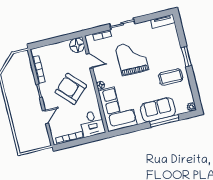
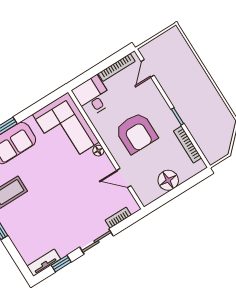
window: (151, 17) -> (61, 264), added
floor lamp: (77, 45) -> (168, 180), moved
grand piano: (132, 58) -> (69, 200), removed
armchair: (71, 89) -> (136, 133), turned 43
door: (46, 117) -> (148, 68), moved

